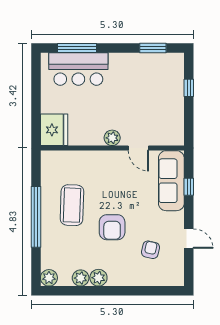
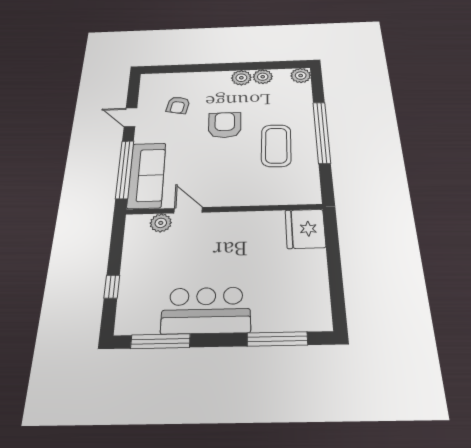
window: (153, 48) -> (160, 341), width x1.44
bar counter: (78, 69) -> (206, 310), moved
plant: (112, 138) -> (161, 223), moved
window: (189, 187) -> (125, 169), width x3.17

